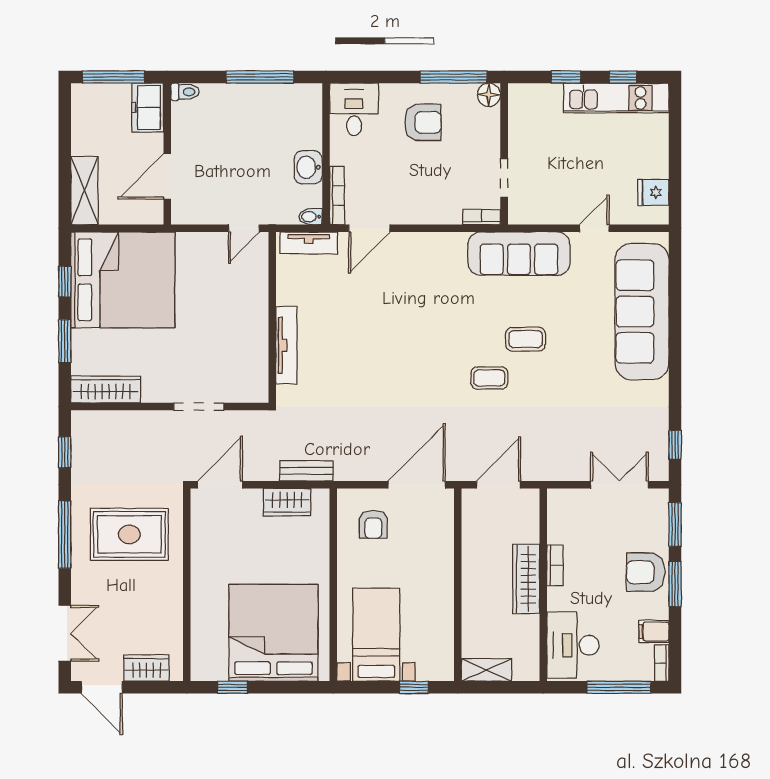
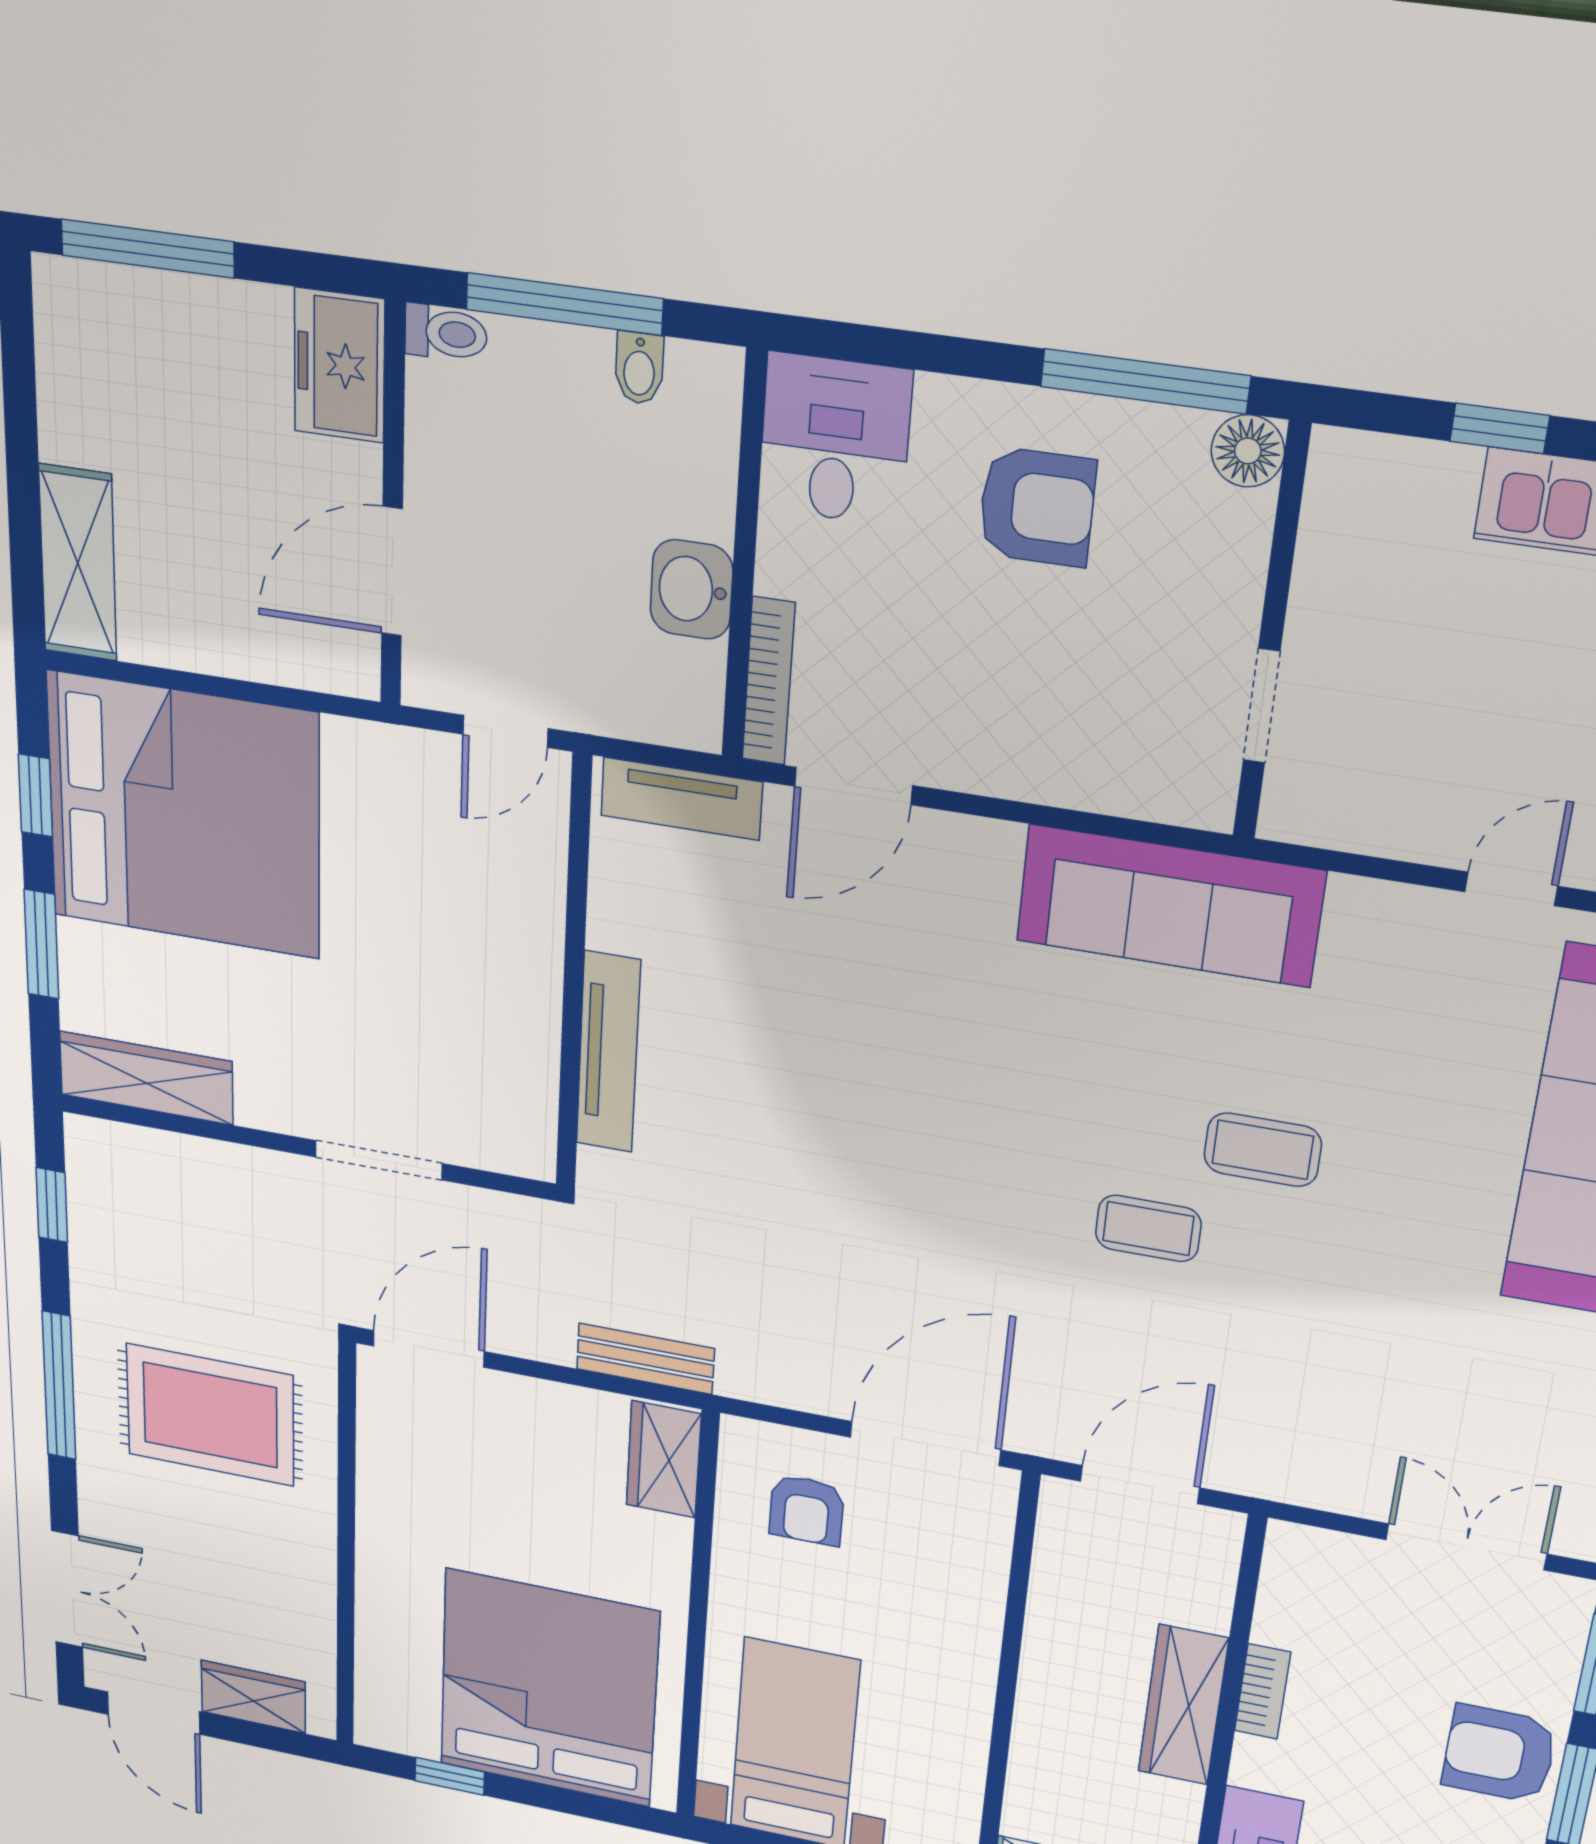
toilet: (185, 92) -> (446, 333), moved
freezer: (148, 108) -> (339, 365), moved
wall: (167, 154) -> (393, 507), moved
door: (167, 177) -> (392, 571), moved
bidet: (311, 217) -> (639, 368), moved, turned -90
bookcase: (482, 217) -> (1180, 805), removed
sofa: (519, 254) -> (1170, 906), moved
wardrobe: (287, 502) -> (664, 1459), moved, turned 90

